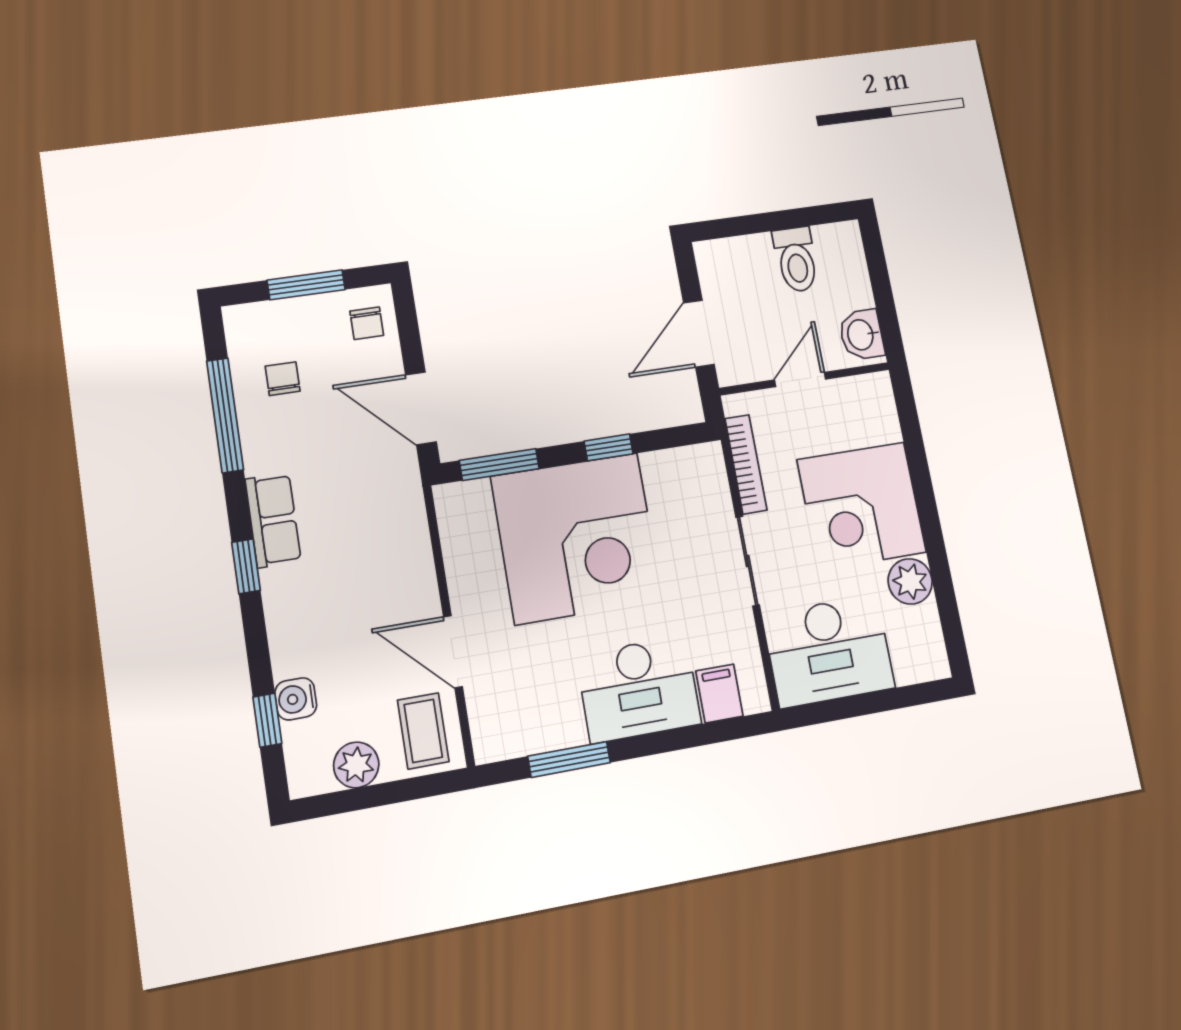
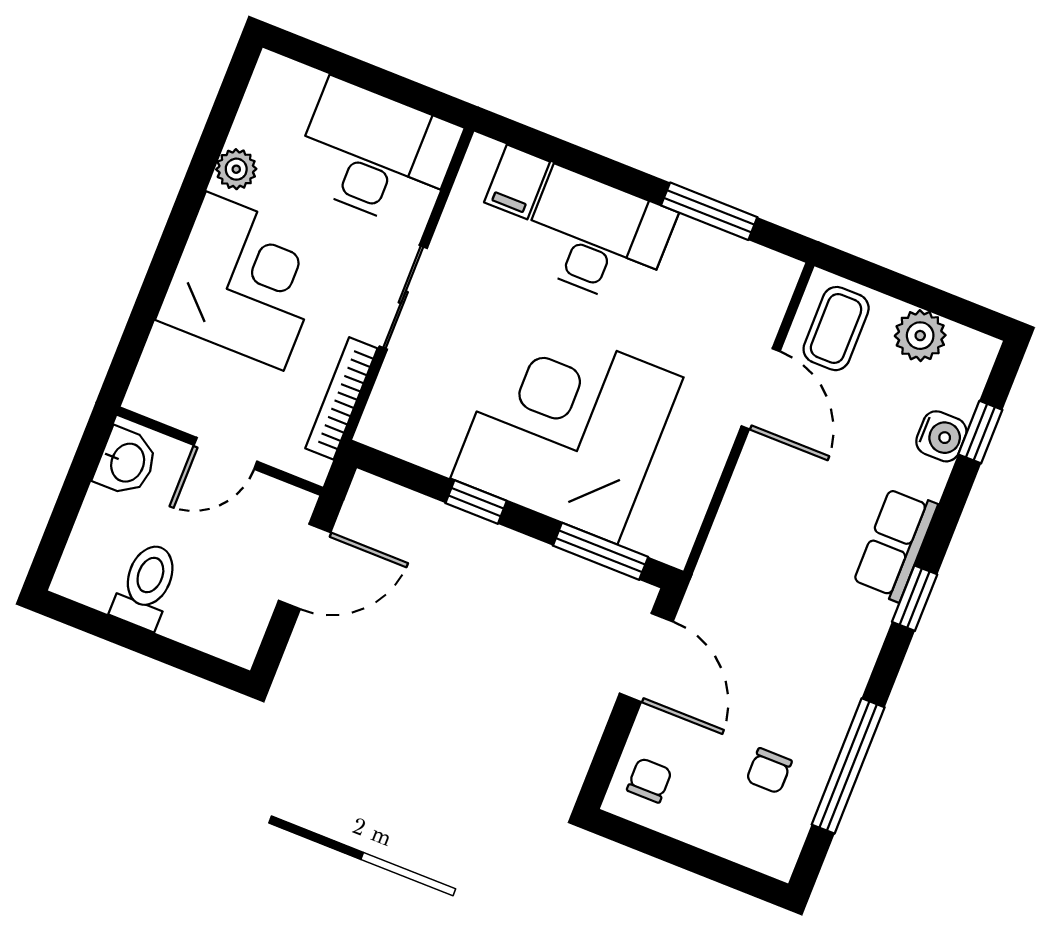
window: (306, 285) -> (688, 857), removed
row of seats: (273, 520) -> (895, 544), moved
plant: (910, 581) -> (236, 169), width x0.73, depth x0.73

